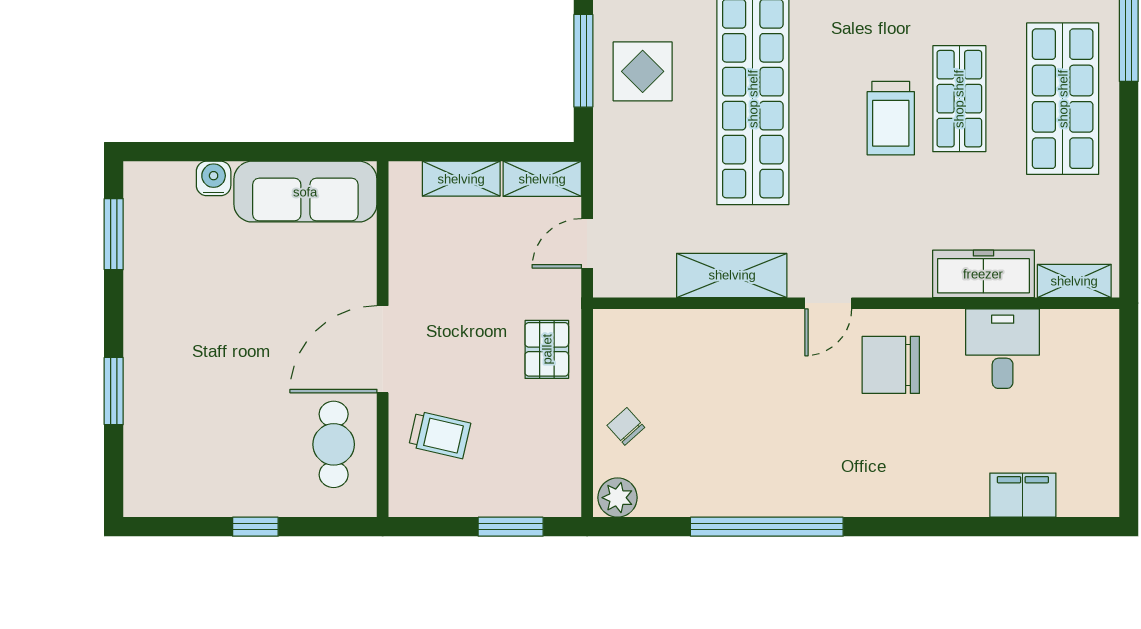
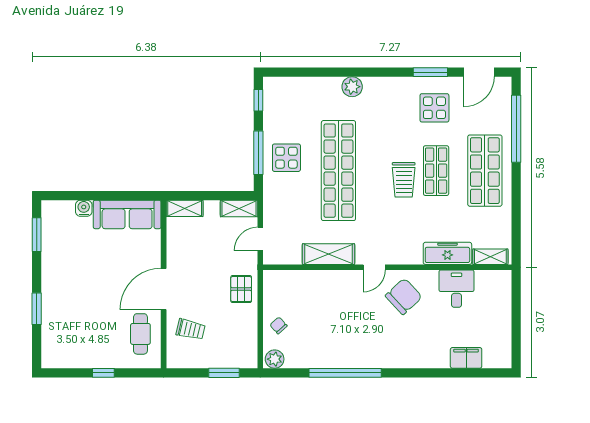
shelving: (461, 179) -> (185, 208), moved
chair: (891, 365) -> (404, 296), turned 137

